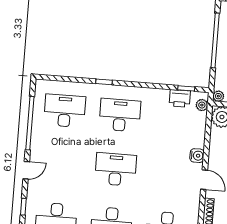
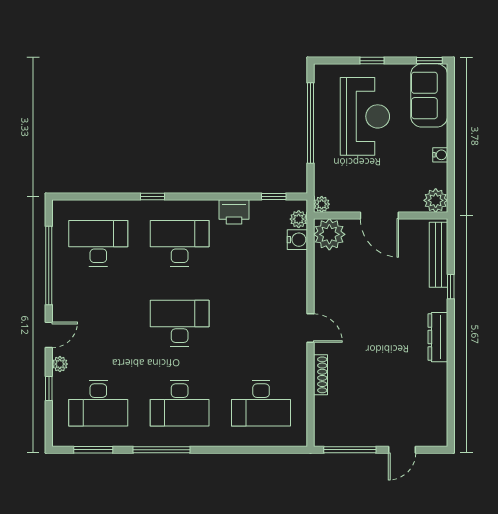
printer: (180, 98) -> (234, 212), moved
water cooler: (197, 156) -> (297, 240), moved
plant: (32, 191) -> (60, 364), added

